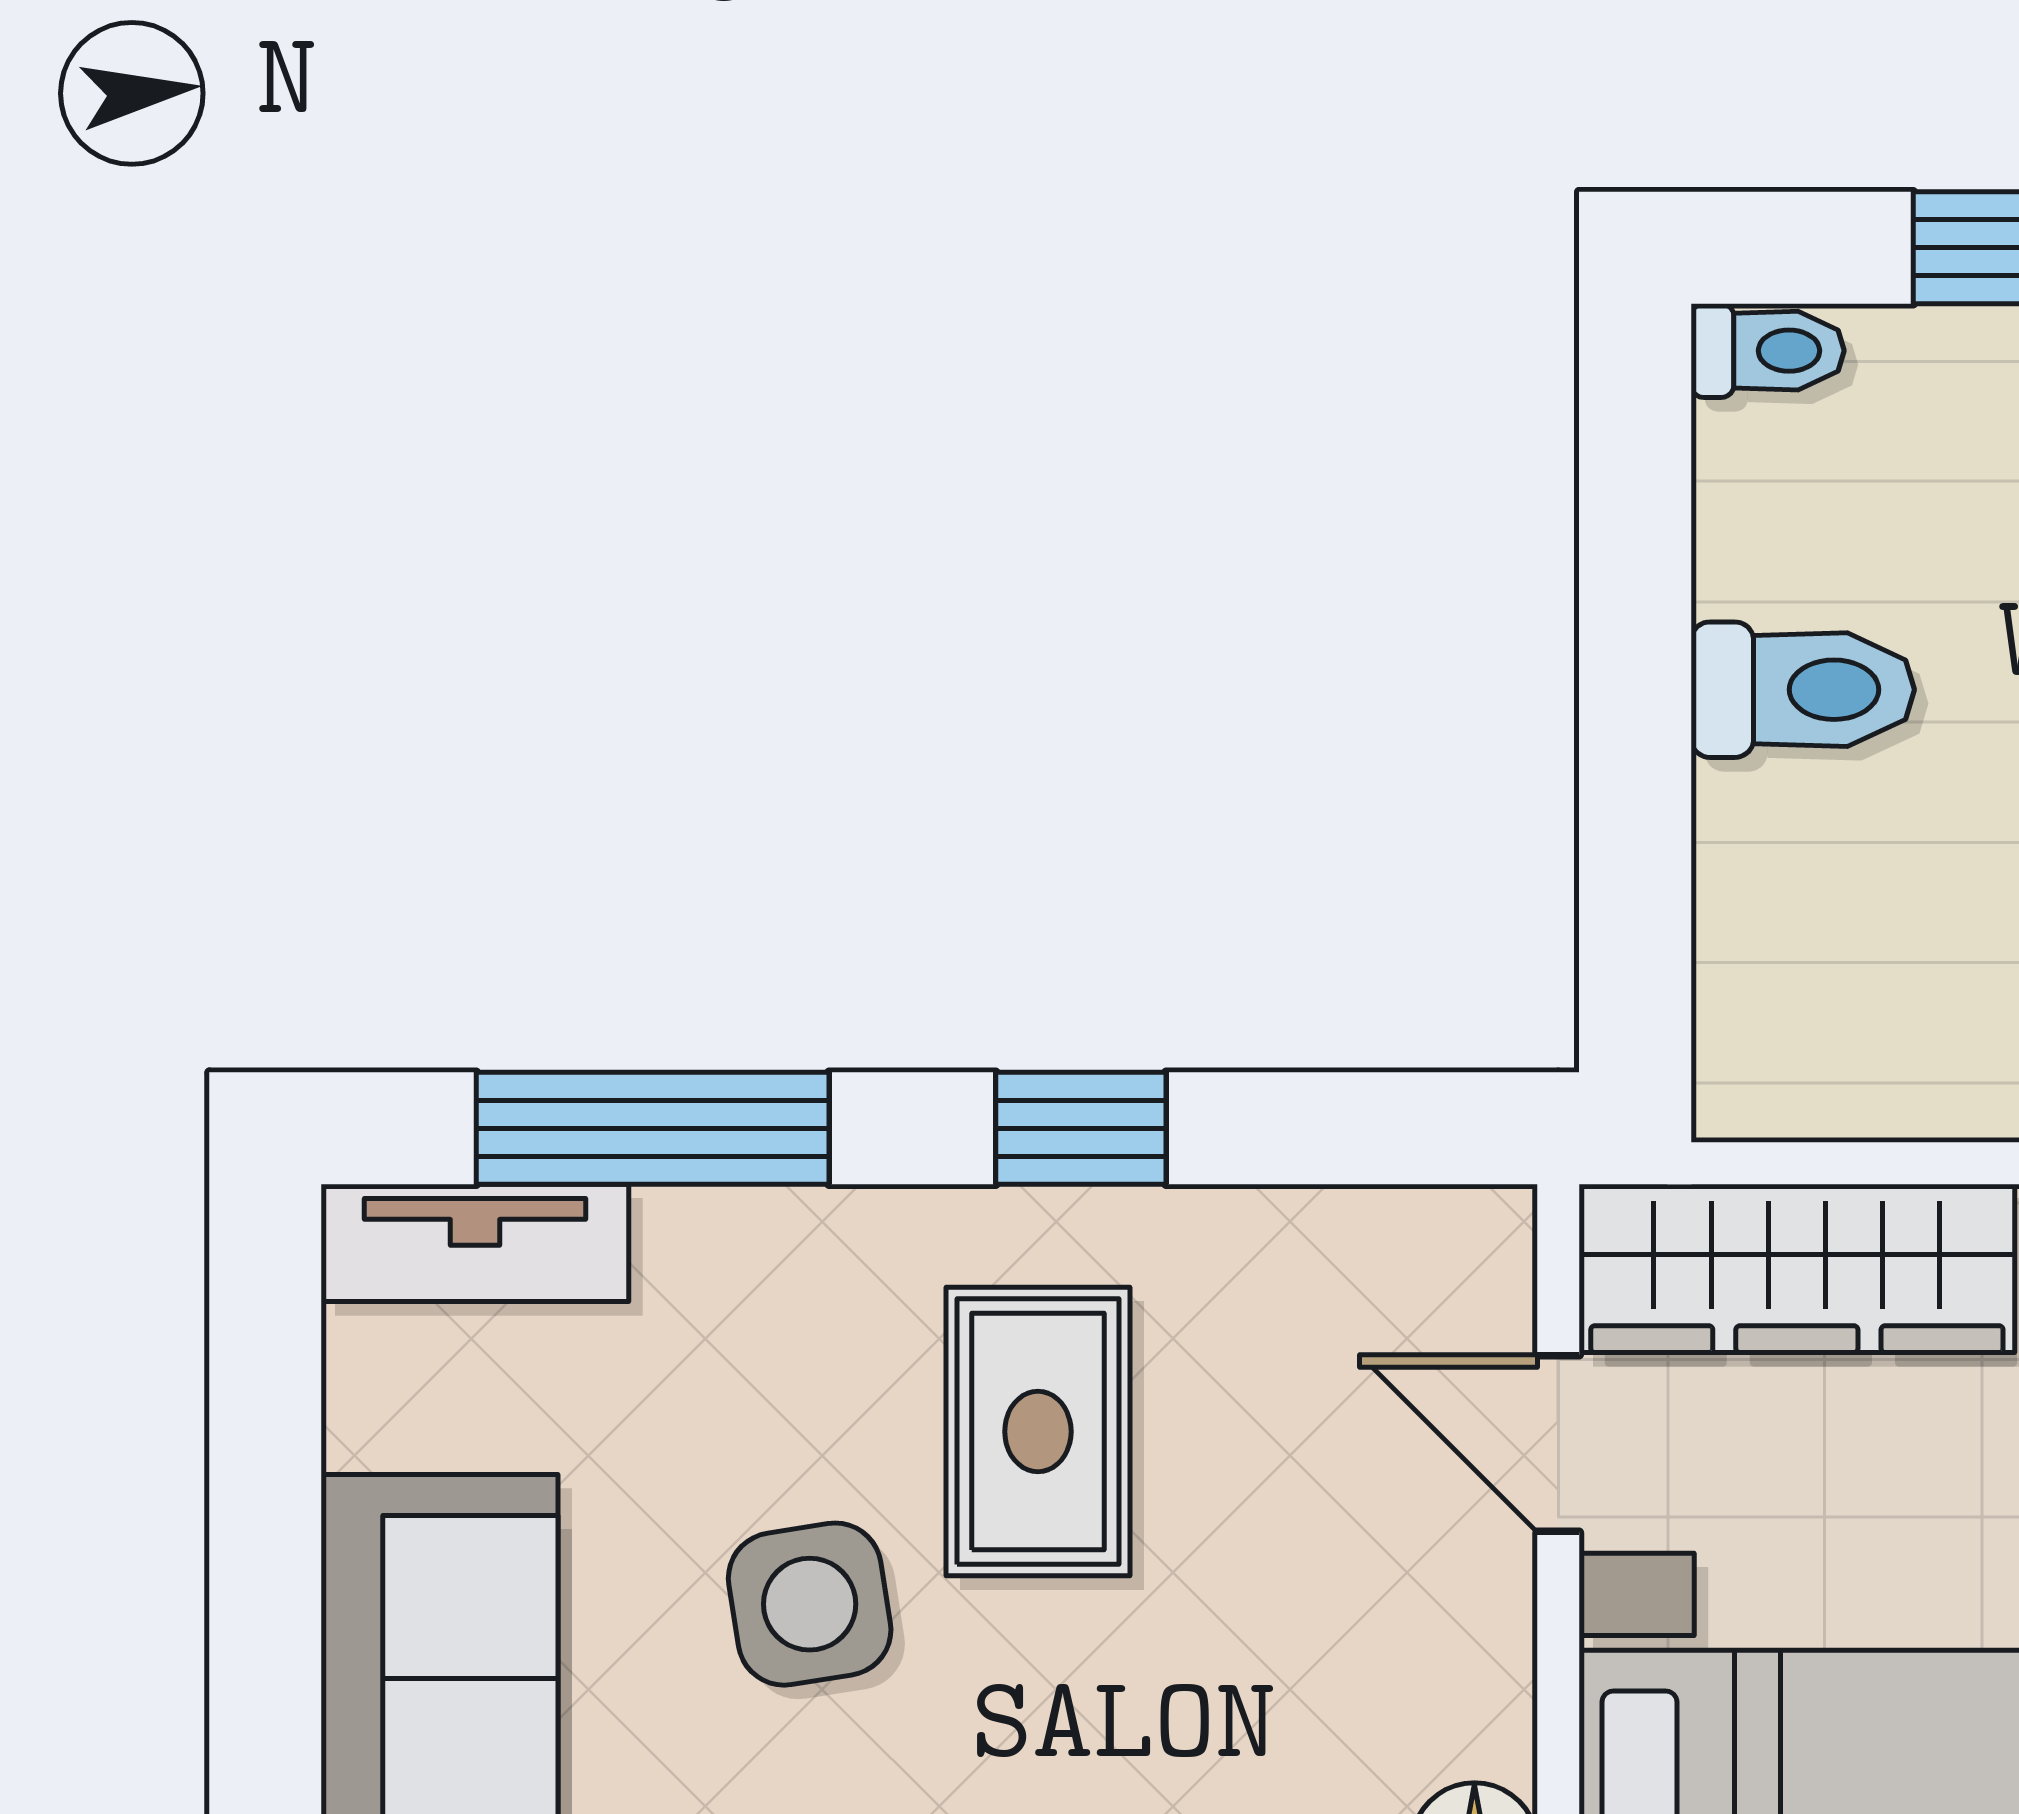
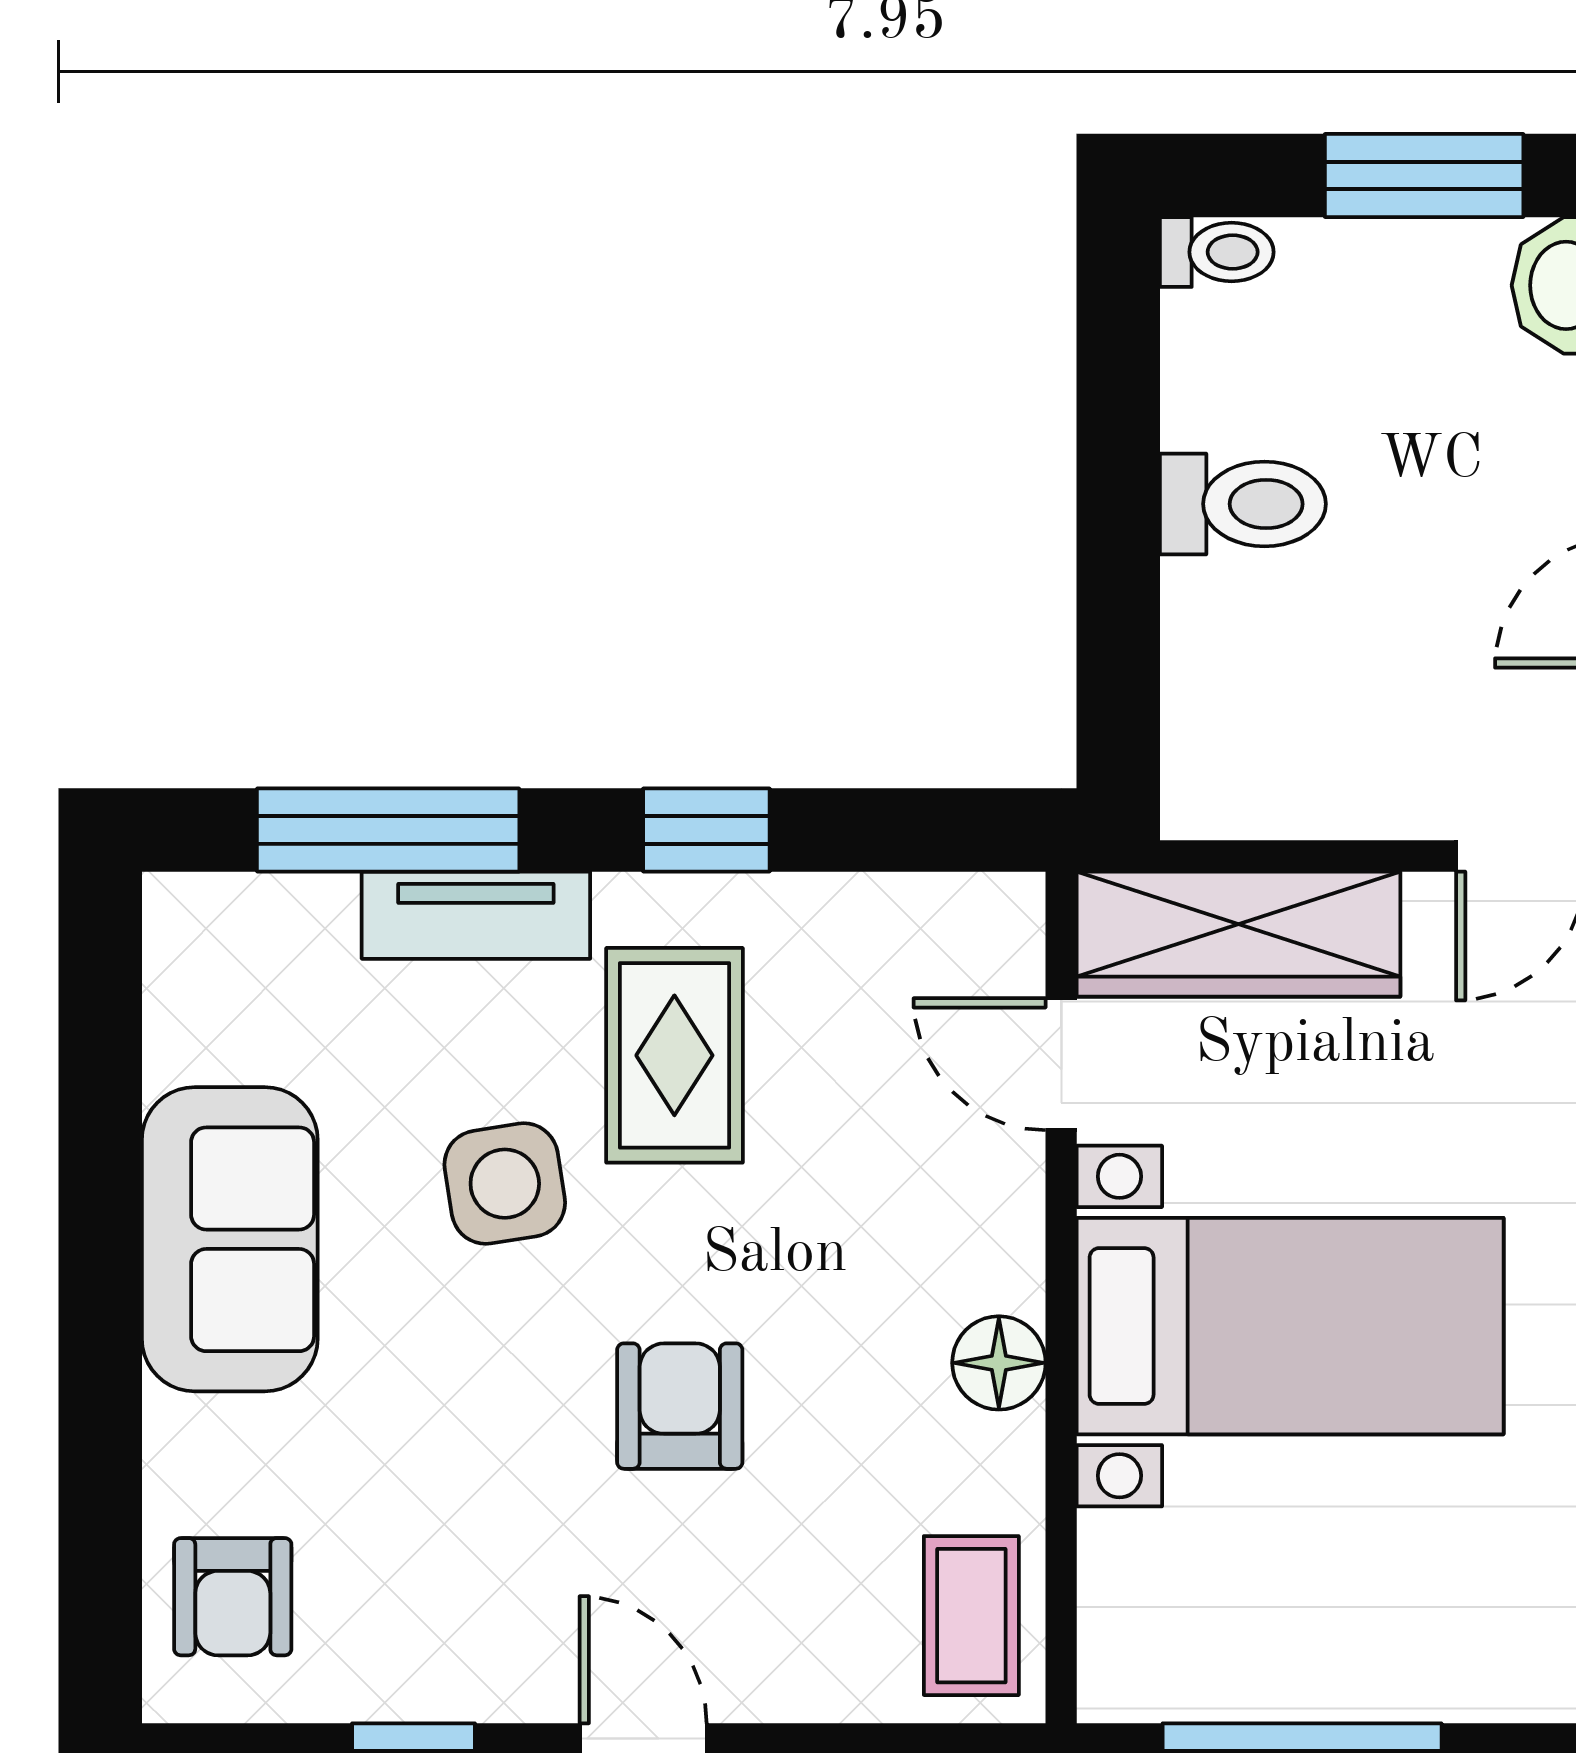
tv unit: (475, 1243) -> (476, 915), moved

